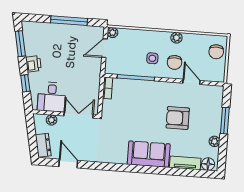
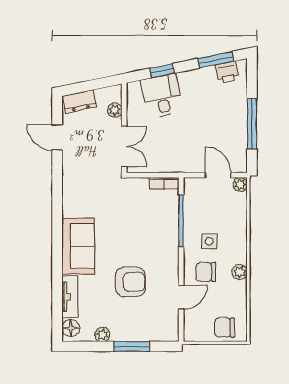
printer: (33, 64) -> (227, 72), moved
desk: (52, 97) -> (162, 96), moved, turned 78
armchair: (178, 118) -> (130, 282), turned 90
door: (68, 163) -> (57, 137), swing flipped

